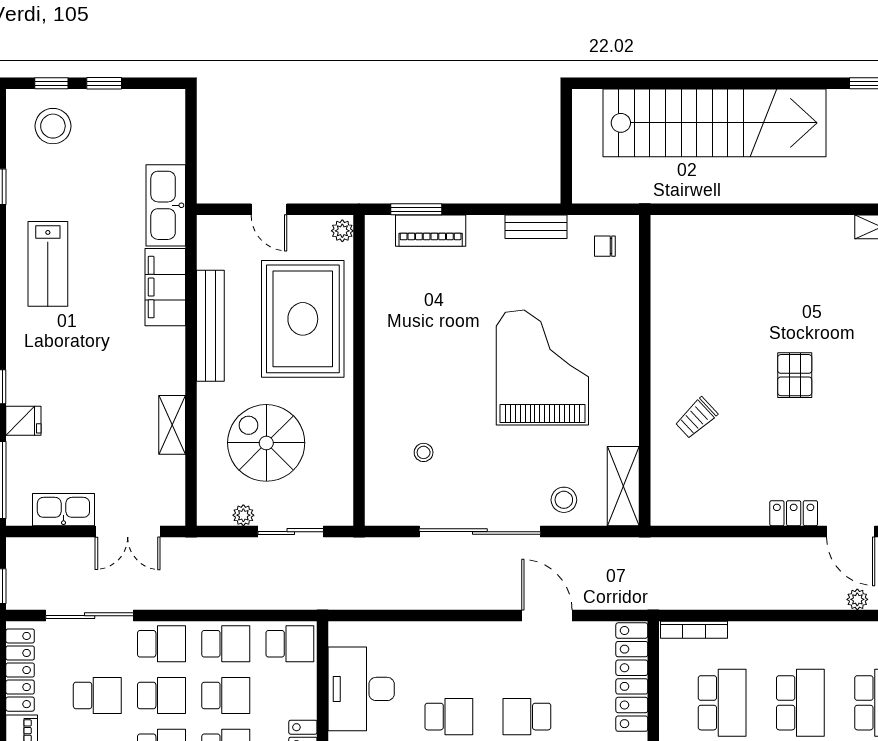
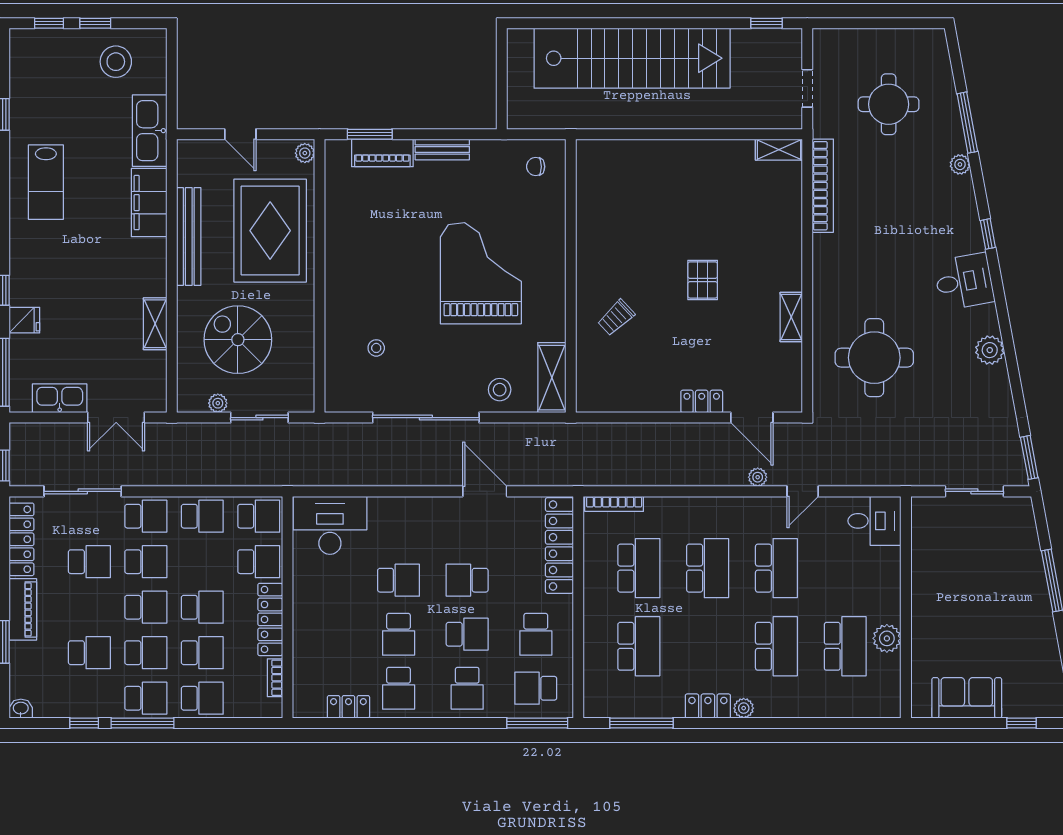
stool: (53, 126) -> (116, 62), moved
bench: (536, 227) -> (442, 149), moved
desk: (361, 689) -> (330, 525), moved, turned 90
school desk: (226, 695) -> (259, 562), moved

